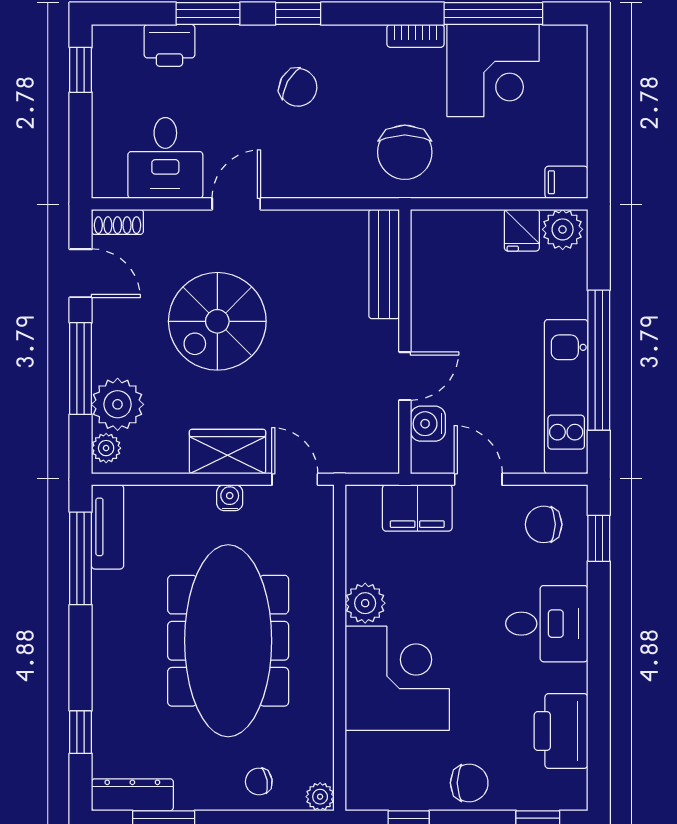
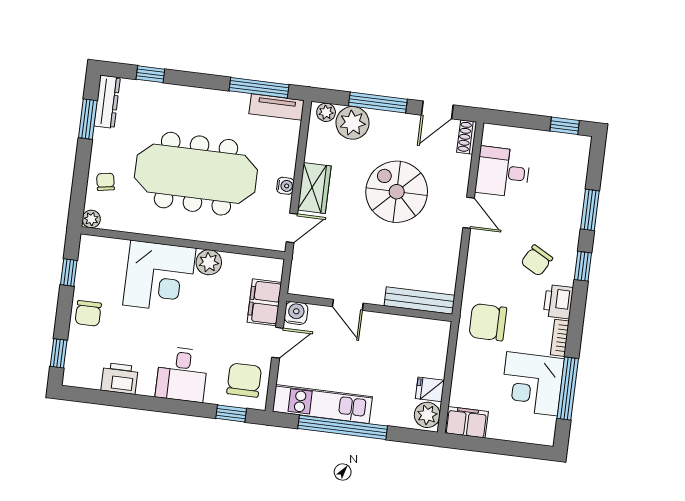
printer: (169, 45) -> (558, 302), moved
filing cabinet: (566, 182) -> (466, 422), width x2.00
water cooler: (428, 424) -> (296, 313), moved
chair: (544, 524) -> (244, 380), width x1.37, depth x1.37
printer: (561, 731) -> (120, 378), width x0.73, depth x0.84

